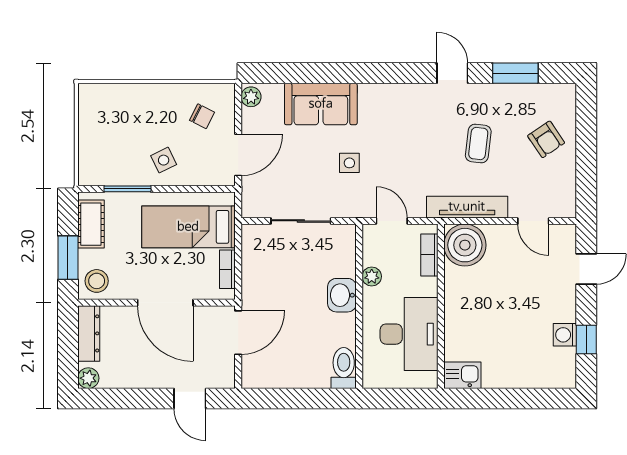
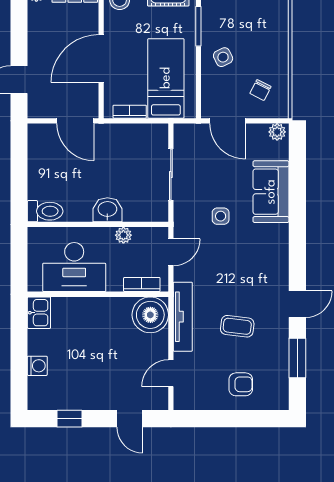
armchair: (546, 139) -> (241, 384), turned -146
washing machine: (565, 335) -> (37, 366), moved, turned 90

